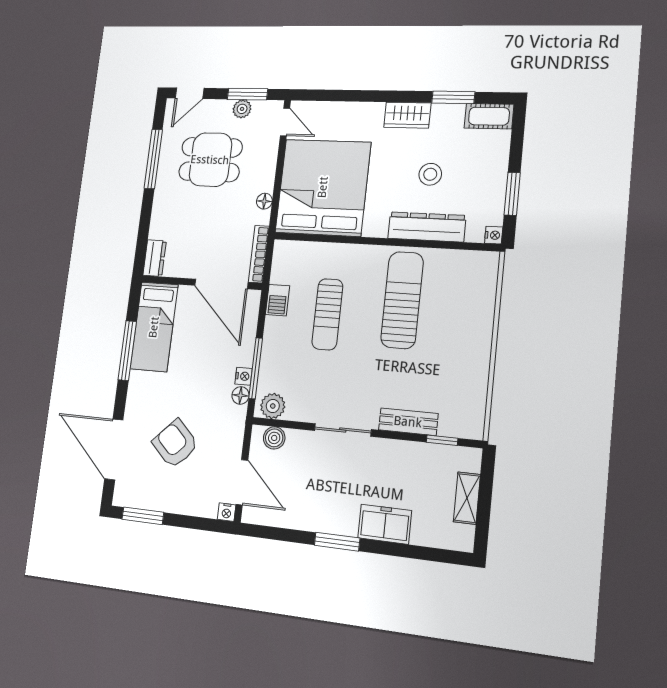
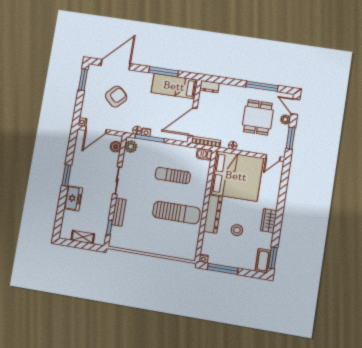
window: (453, 97) -> (273, 258), moved
plant: (242, 109) -> (285, 120), moved
window: (512, 194) -> (223, 269), width x1.44
dresser: (427, 227) -> (213, 214), moved
barbecue: (278, 300) -> (204, 154), moved

